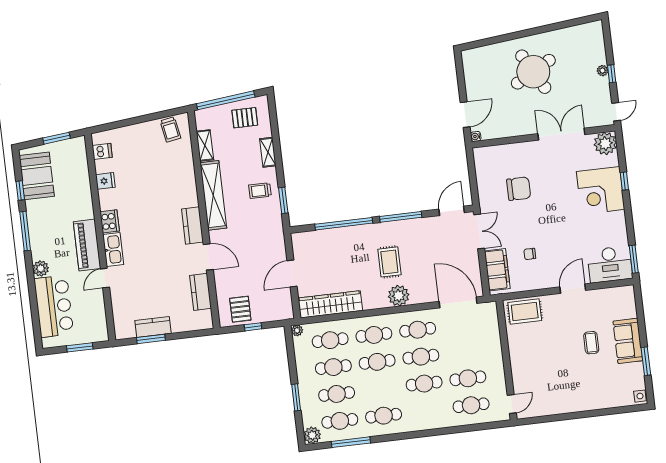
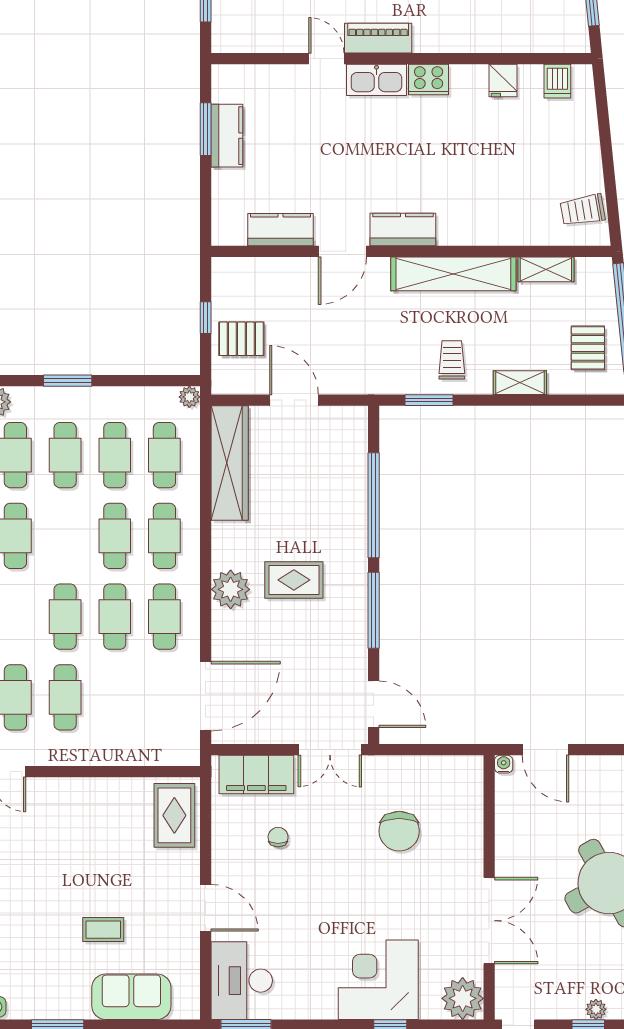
piano: (87, 245) -> (378, 38), width x0.73, depth x0.75
pallet: (240, 309) -> (241, 339), moved
sofa: (628, 341) -> (131, 997), moved

